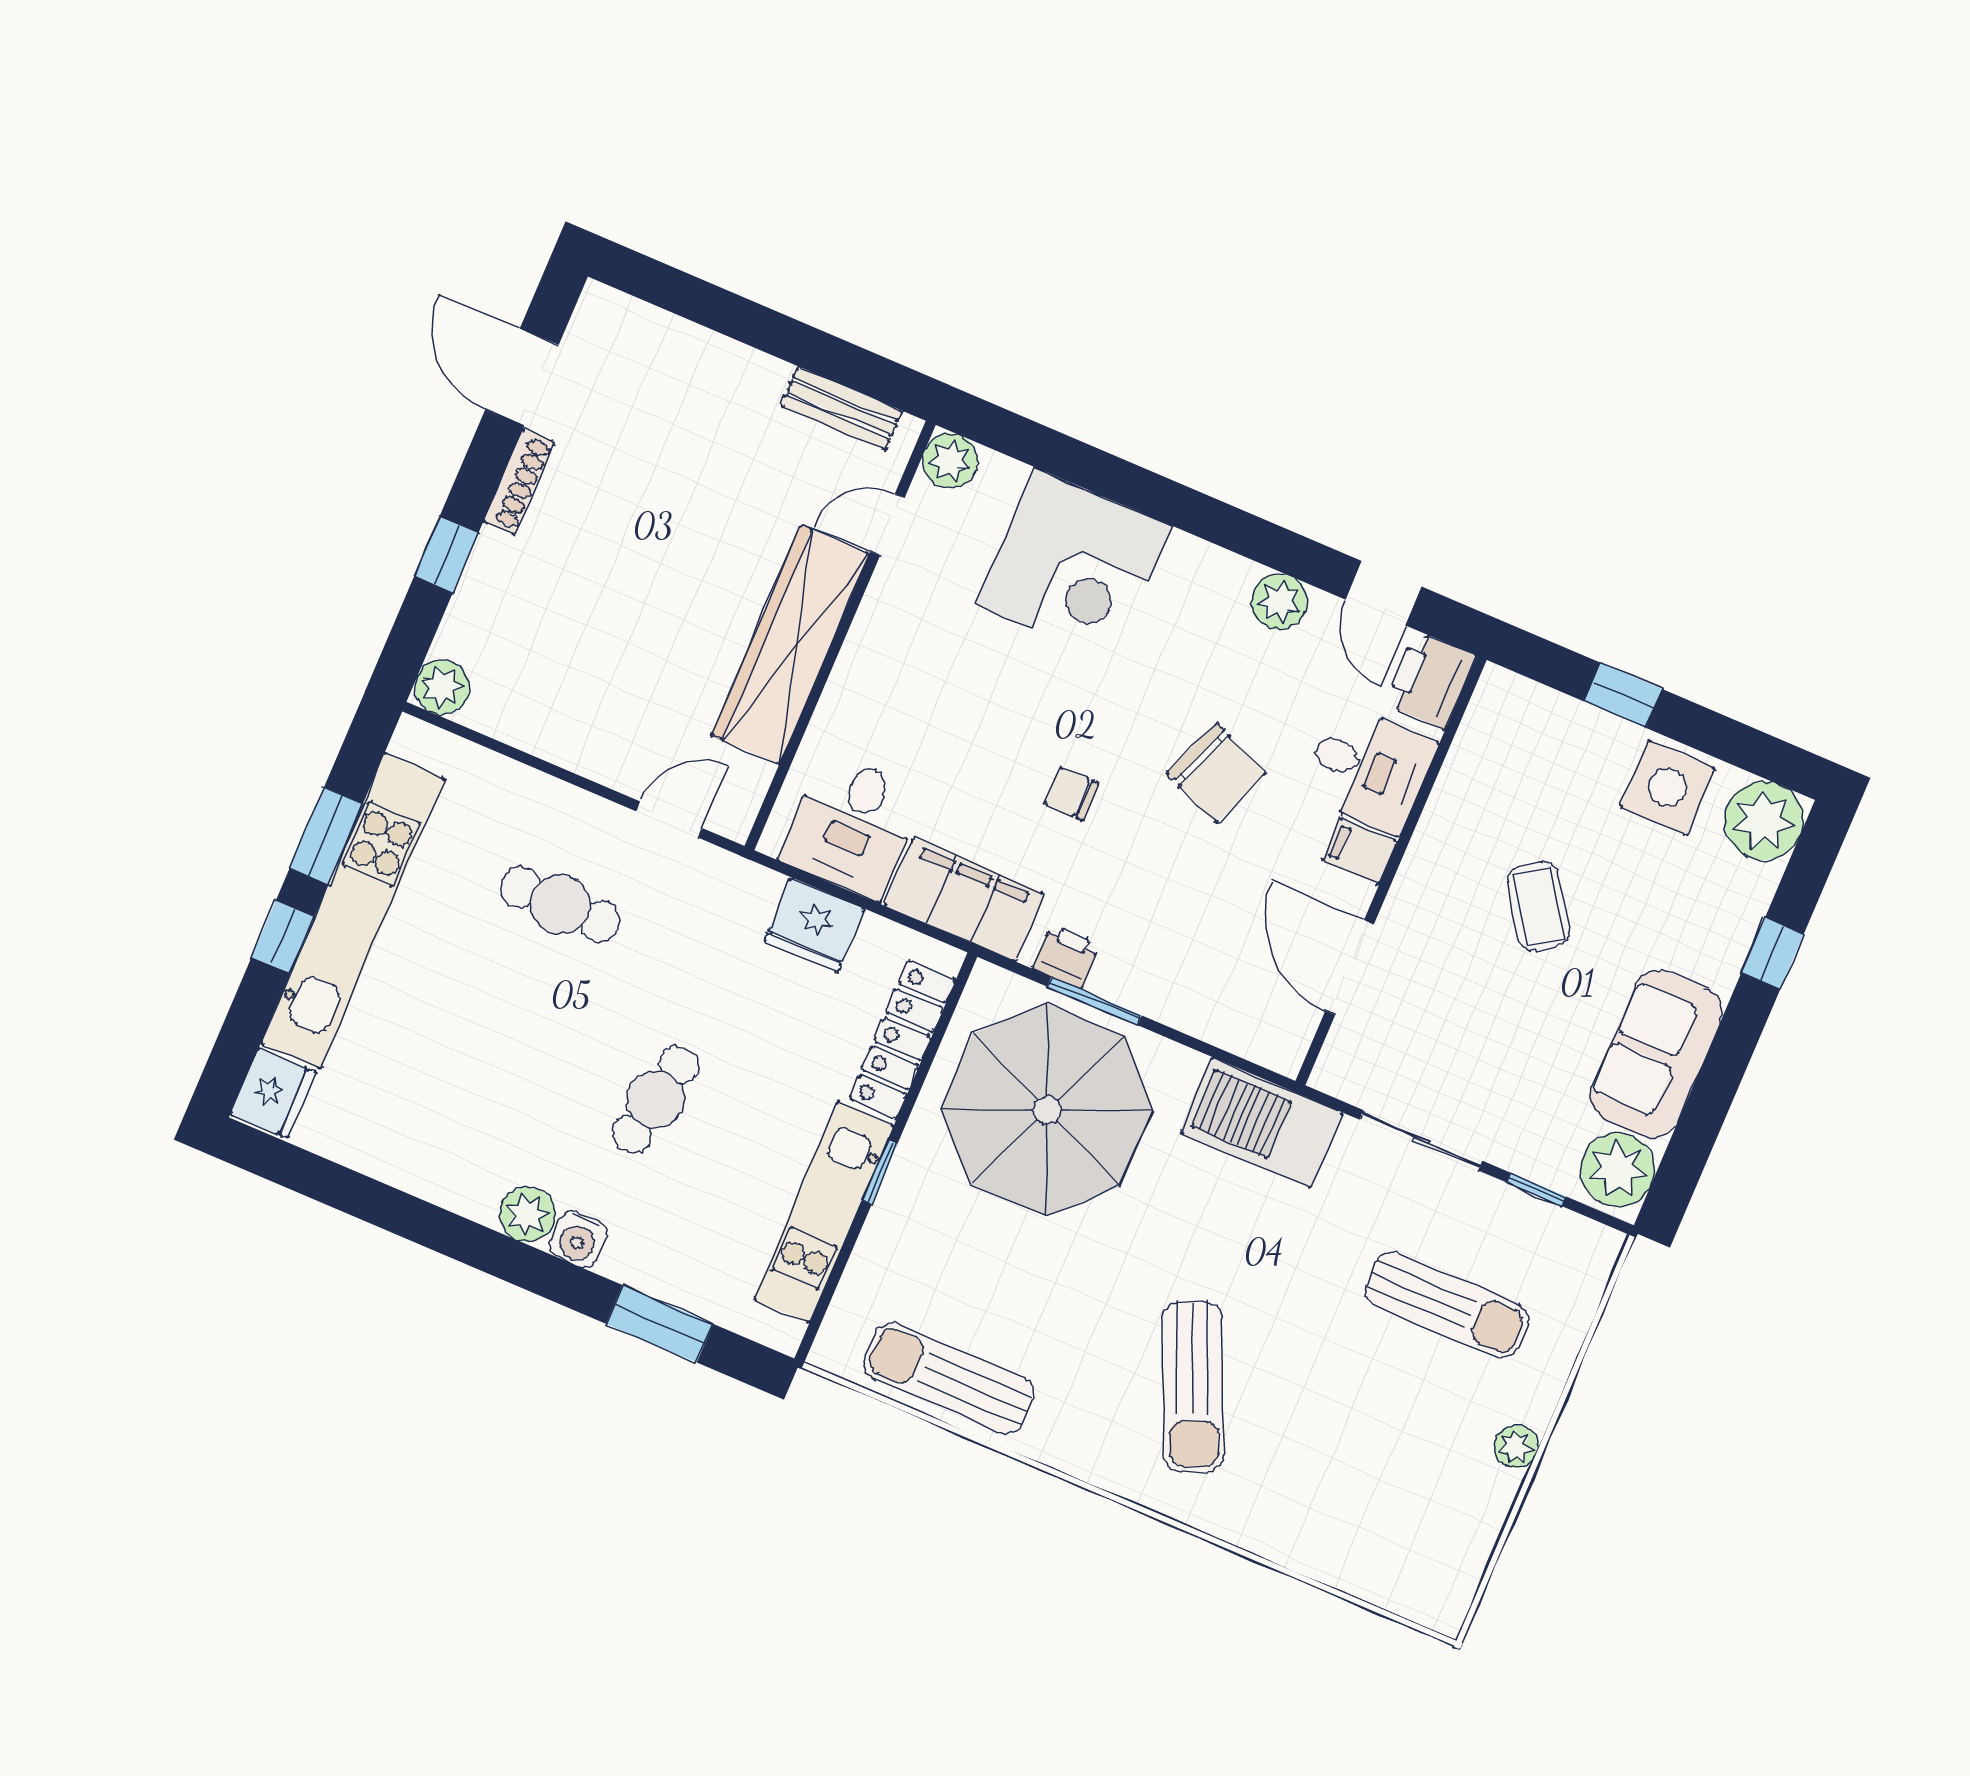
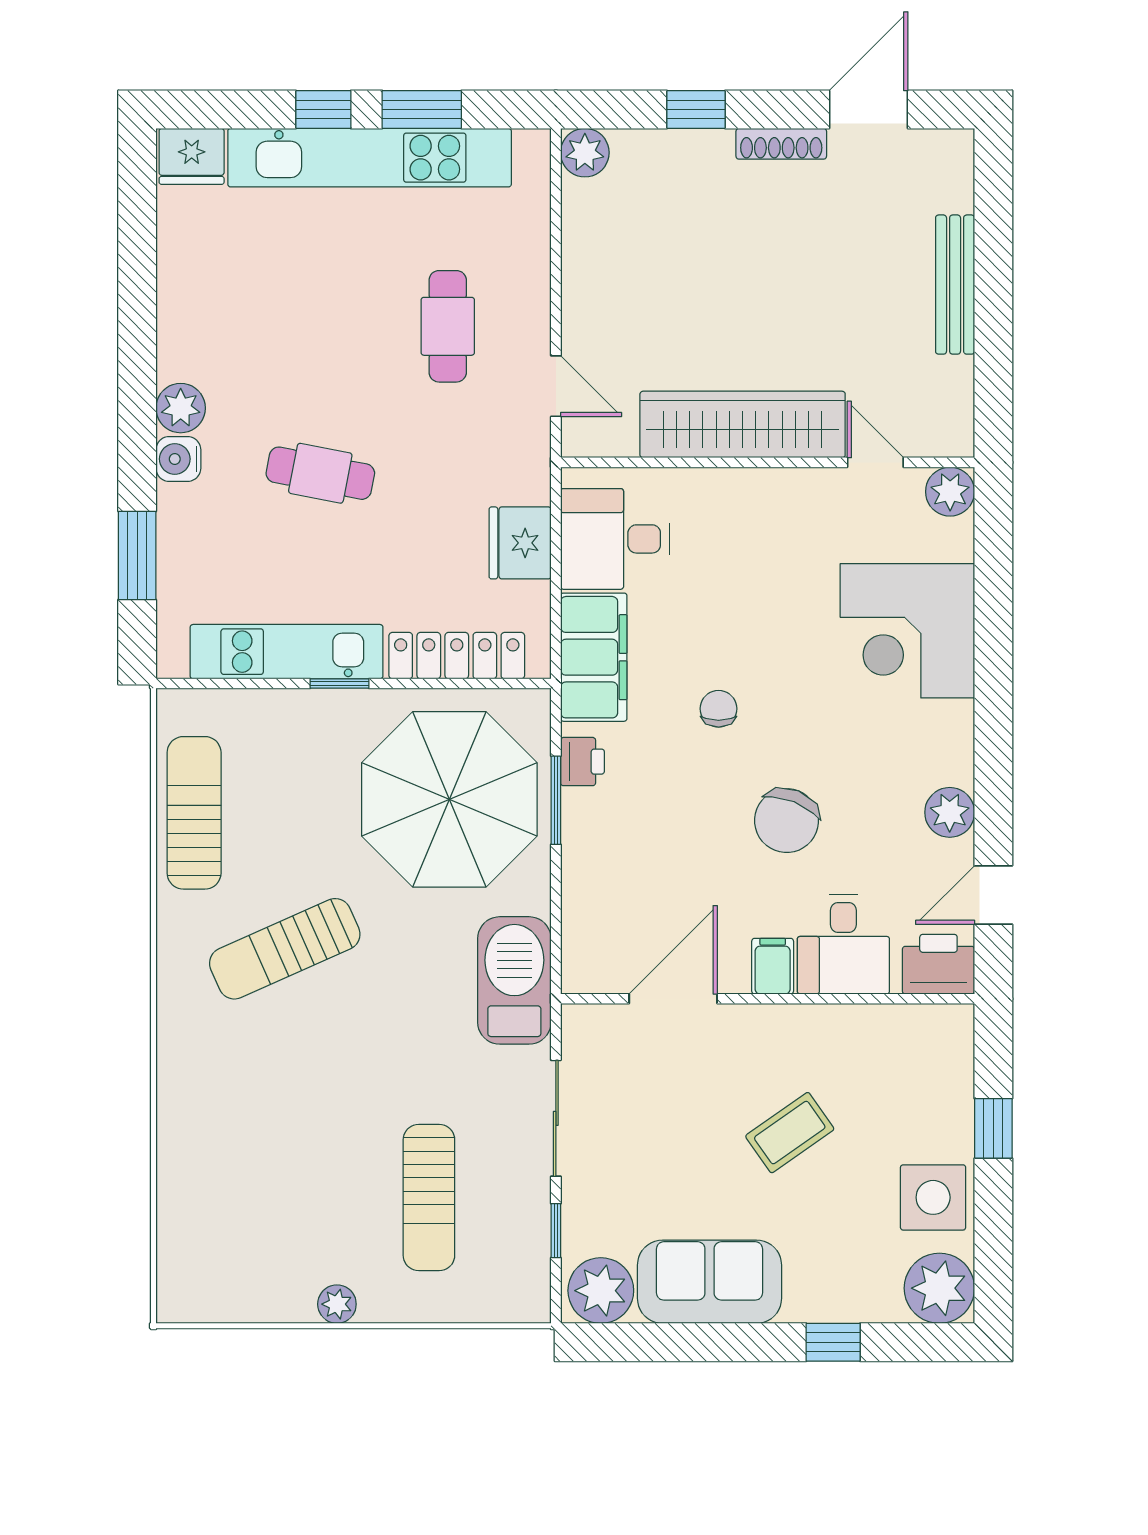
bench: (842, 408) -> (955, 285), moved, width x1.36
sun lounger: (1193, 1387) -> (285, 949), moved

